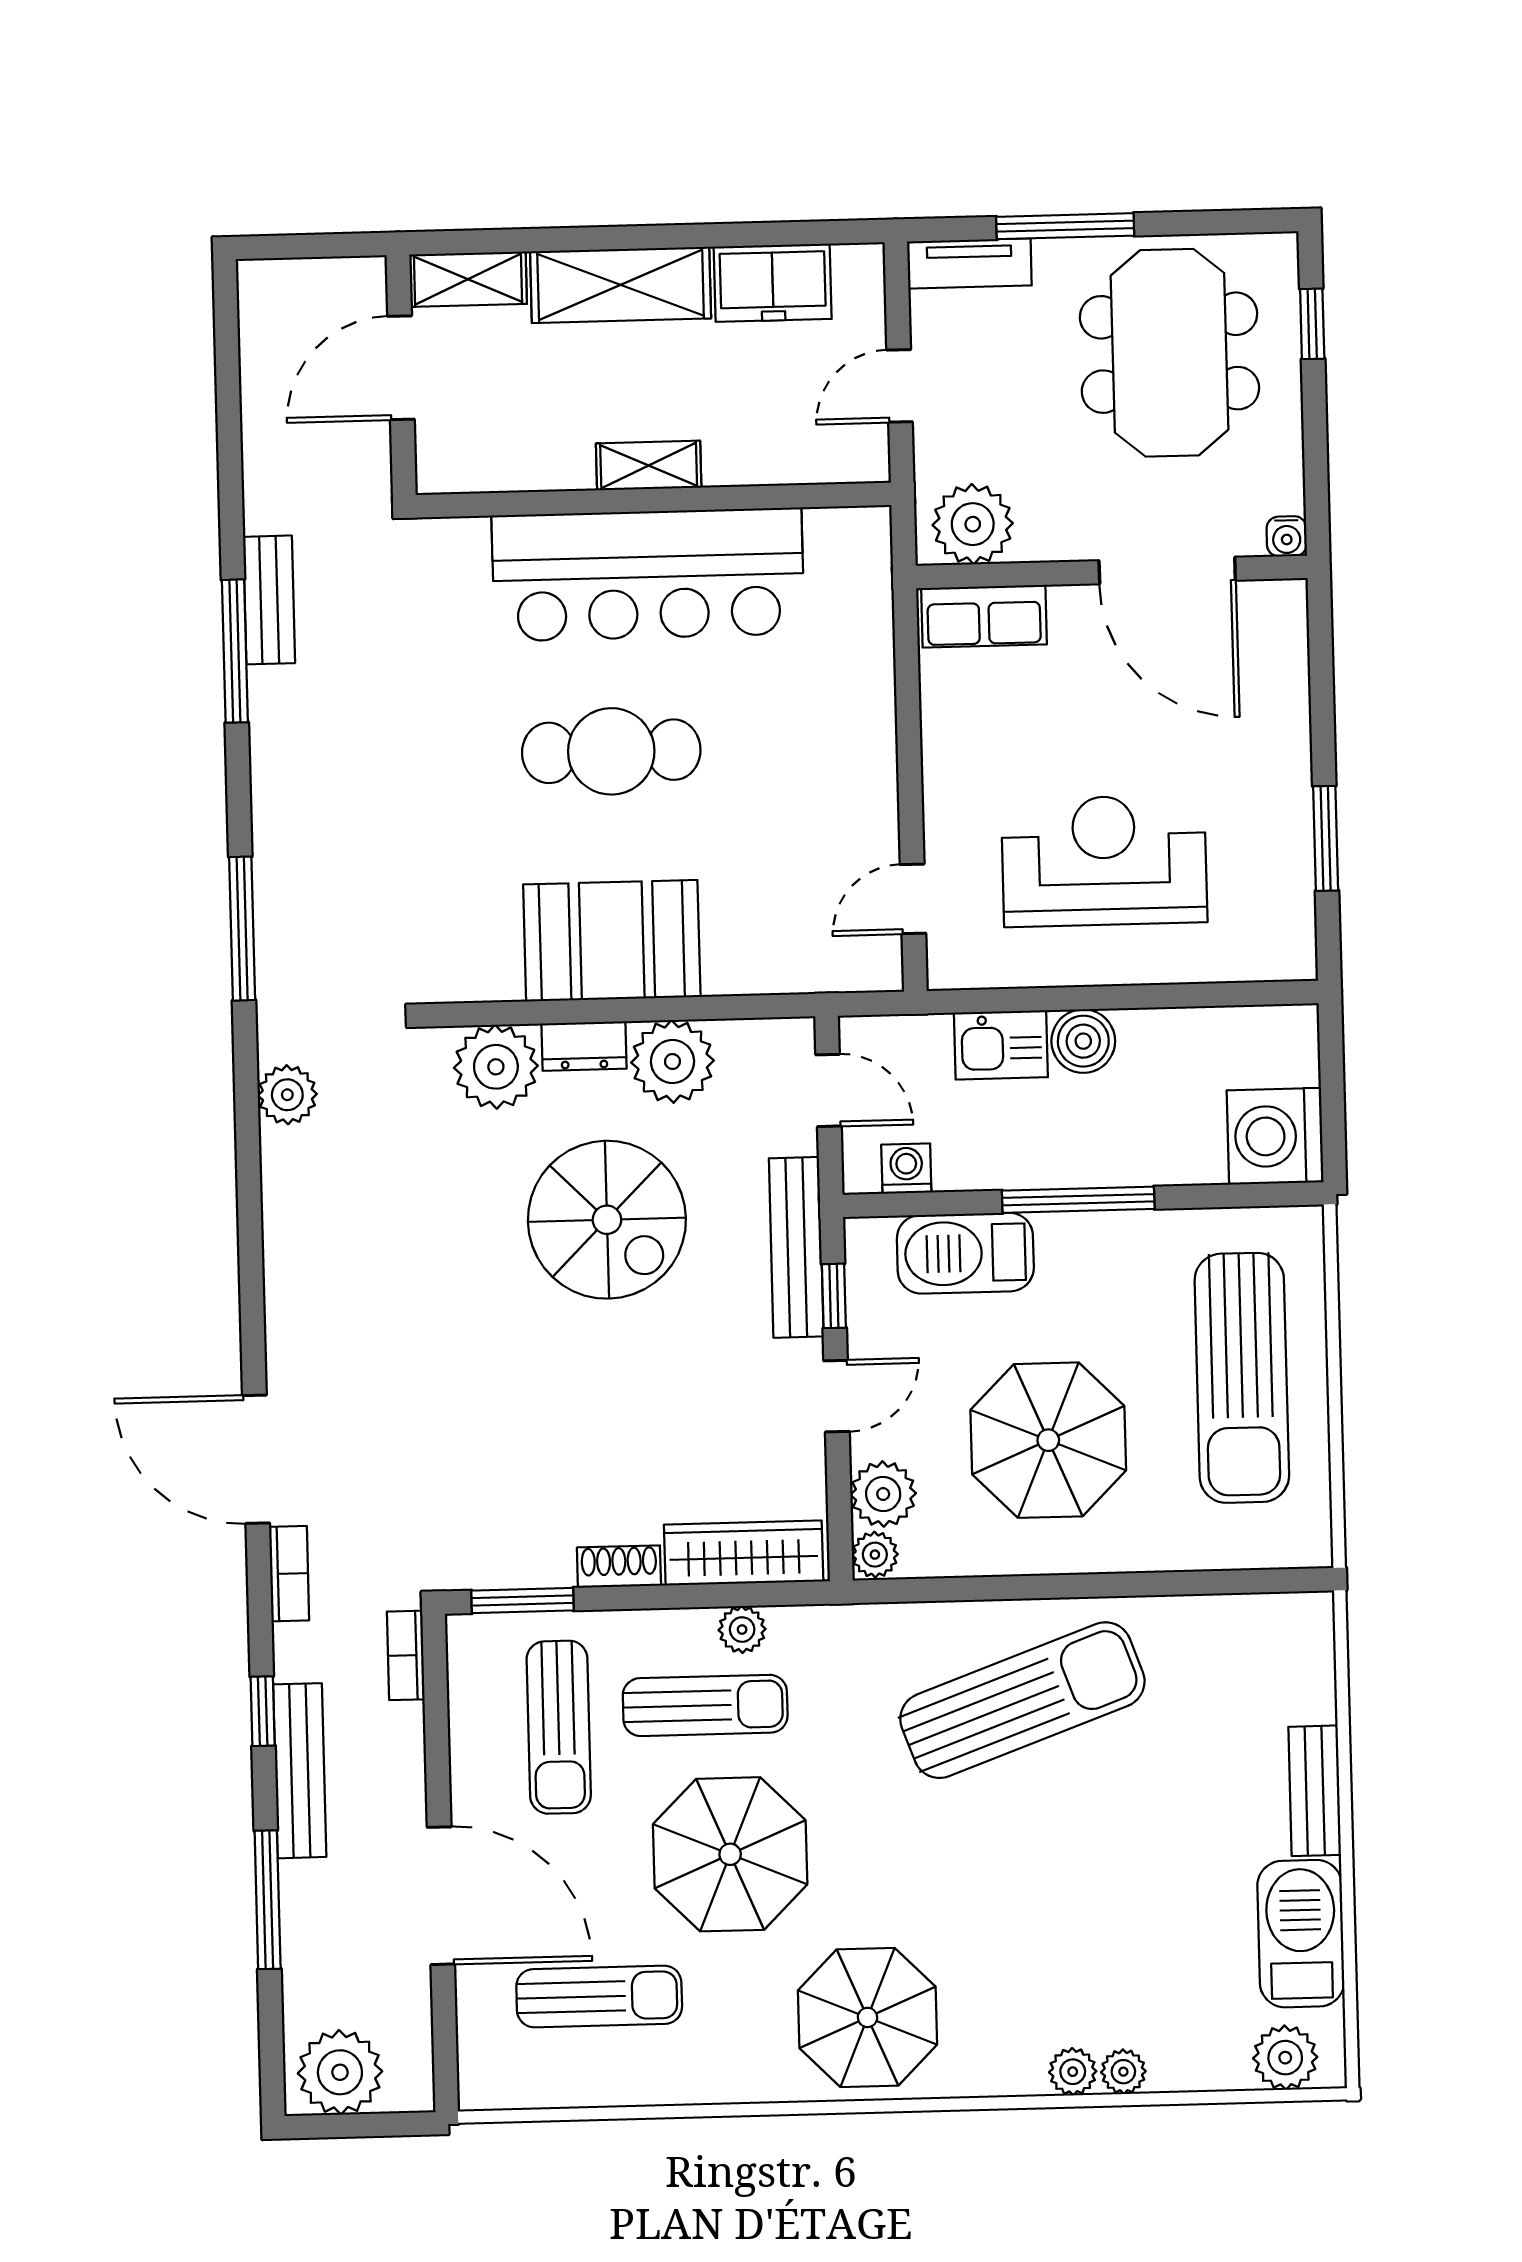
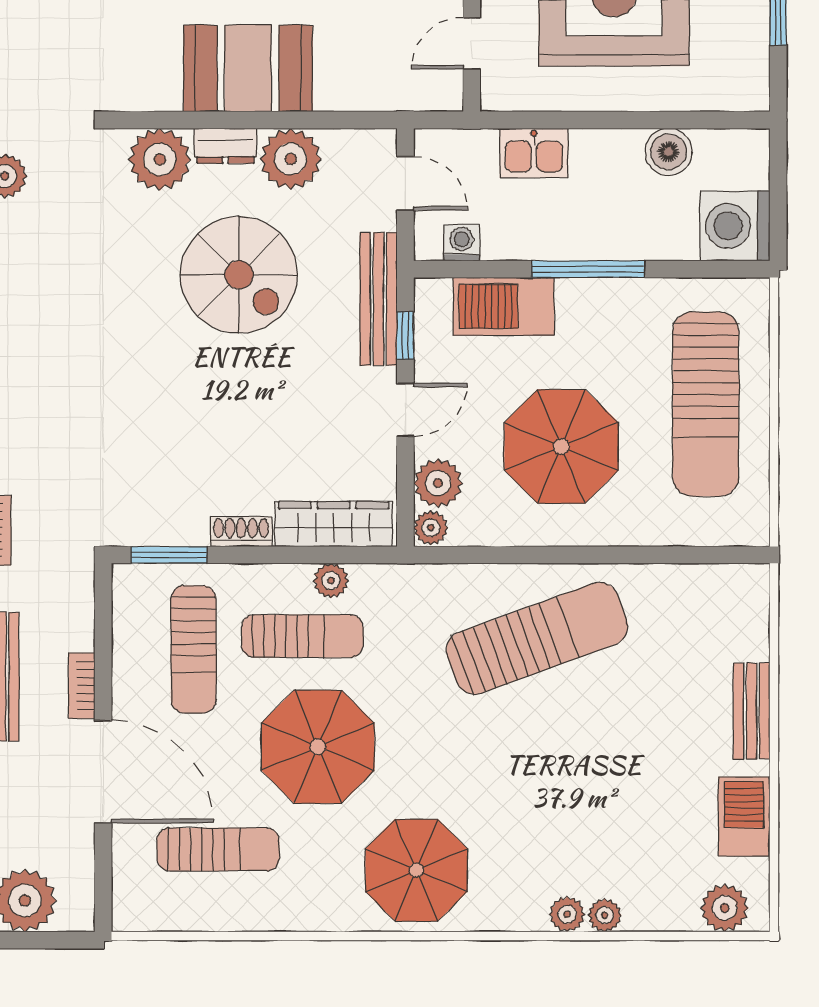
boiler: (1083, 1041) -> (669, 152), moved
bookcase: (406, 1655) -> (82, 686), moved
barbecue: (1301, 1934) -> (744, 816), width x0.73, depth x0.83

